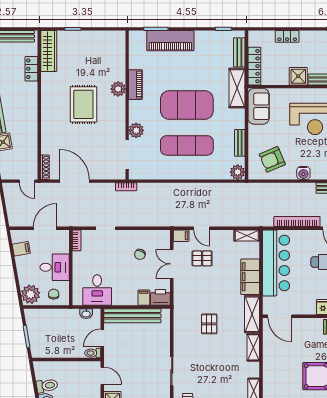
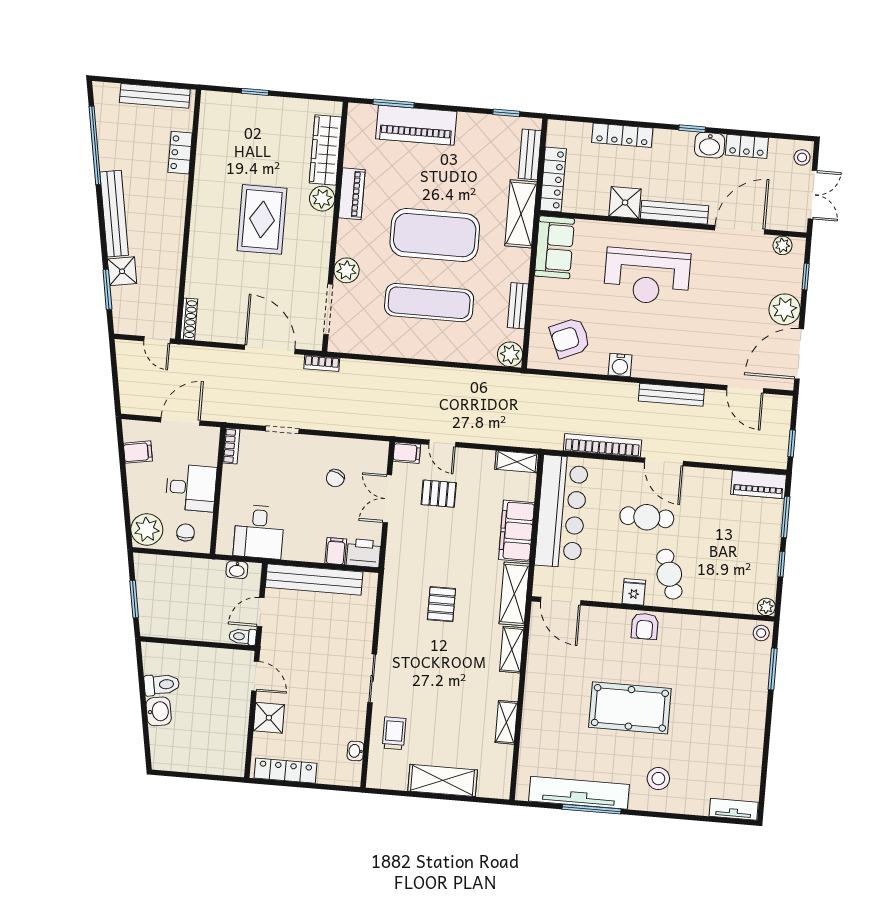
locker: (287, 36) -> (622, 135), width x1.53
wardrobe: (49, 51) -> (325, 150), moved, turned 180
door: (74, 181) -> (270, 349), moved

